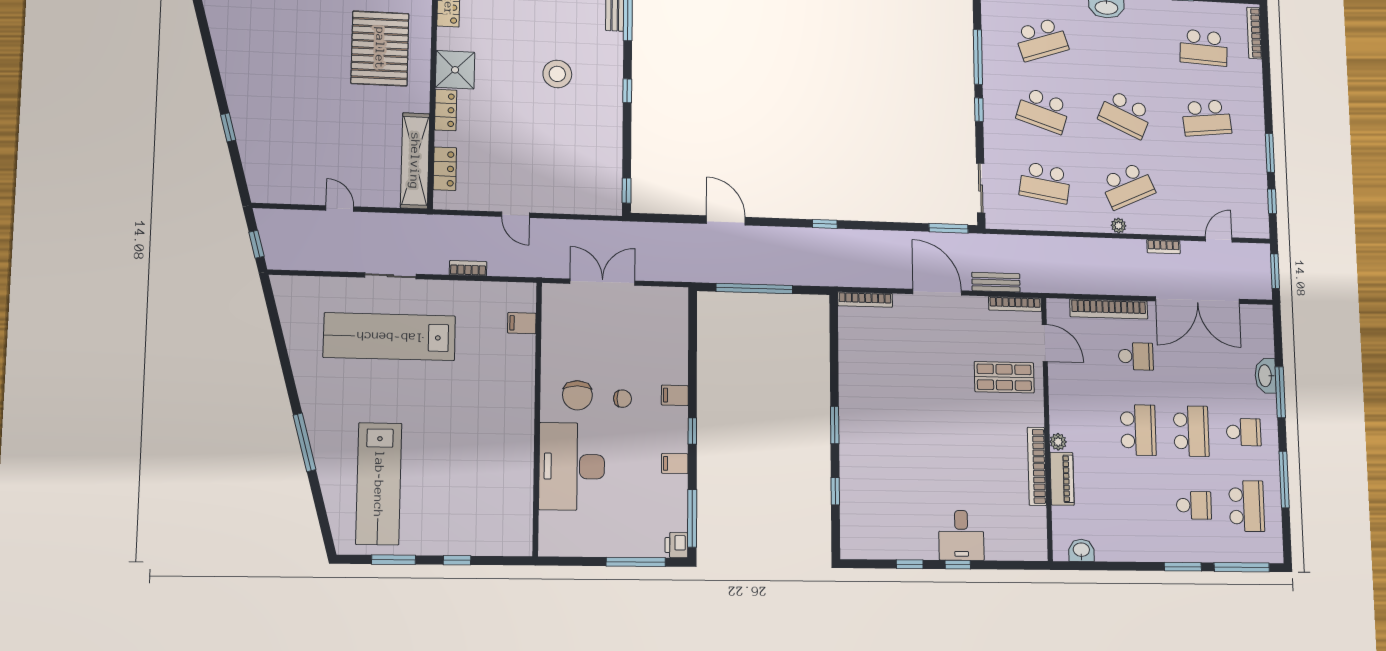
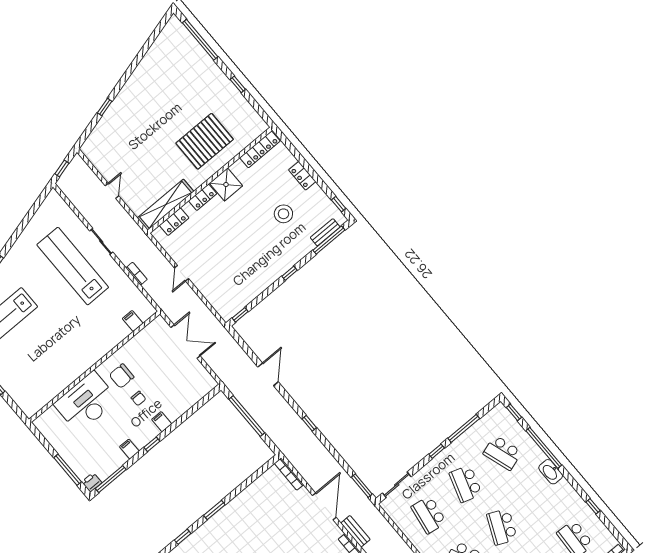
stool: (557, 74) -> (283, 214), moved

